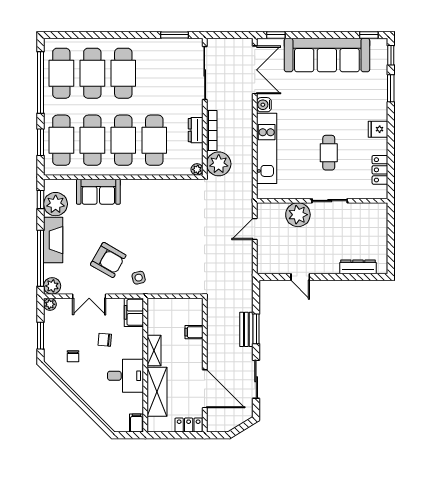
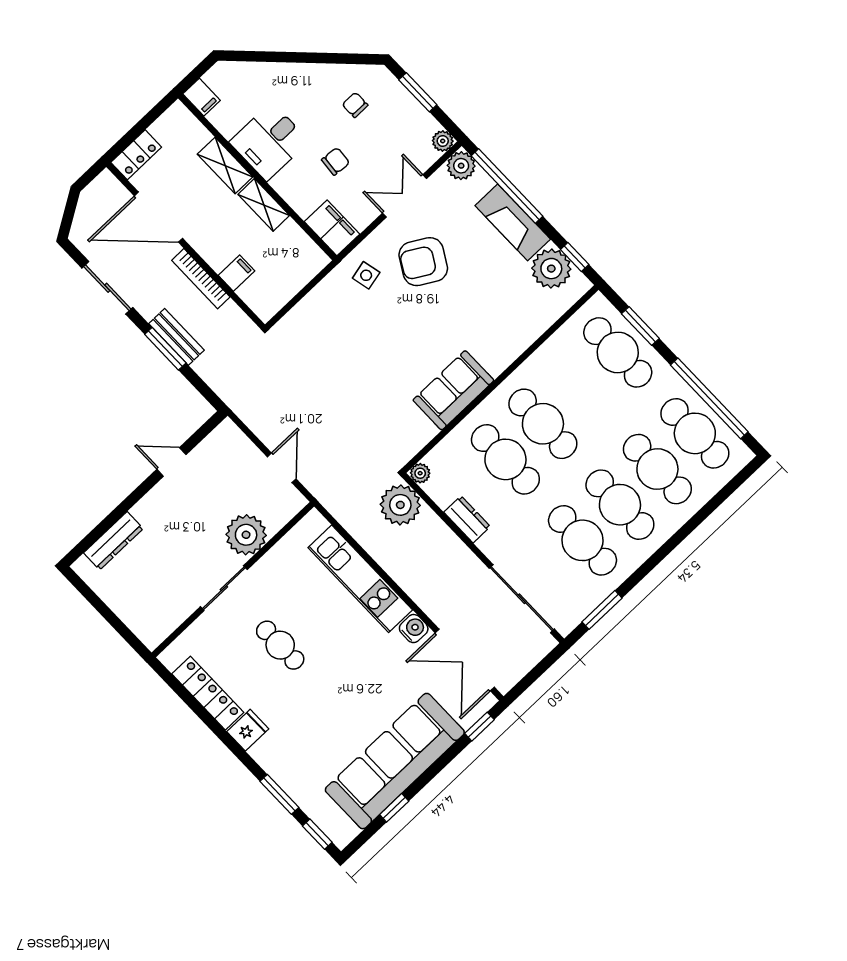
window: (369, 35) -> (394, 808), moved
bookcase: (212, 130) -> (201, 279), moved
cafe table: (92, 140) -> (583, 540), moved
locker: (380, 170) -> (208, 693), width x1.53
sofa: (98, 192) -> (453, 390), moved
shelving: (157, 392) -> (225, 166), width x0.67, depth x0.75

